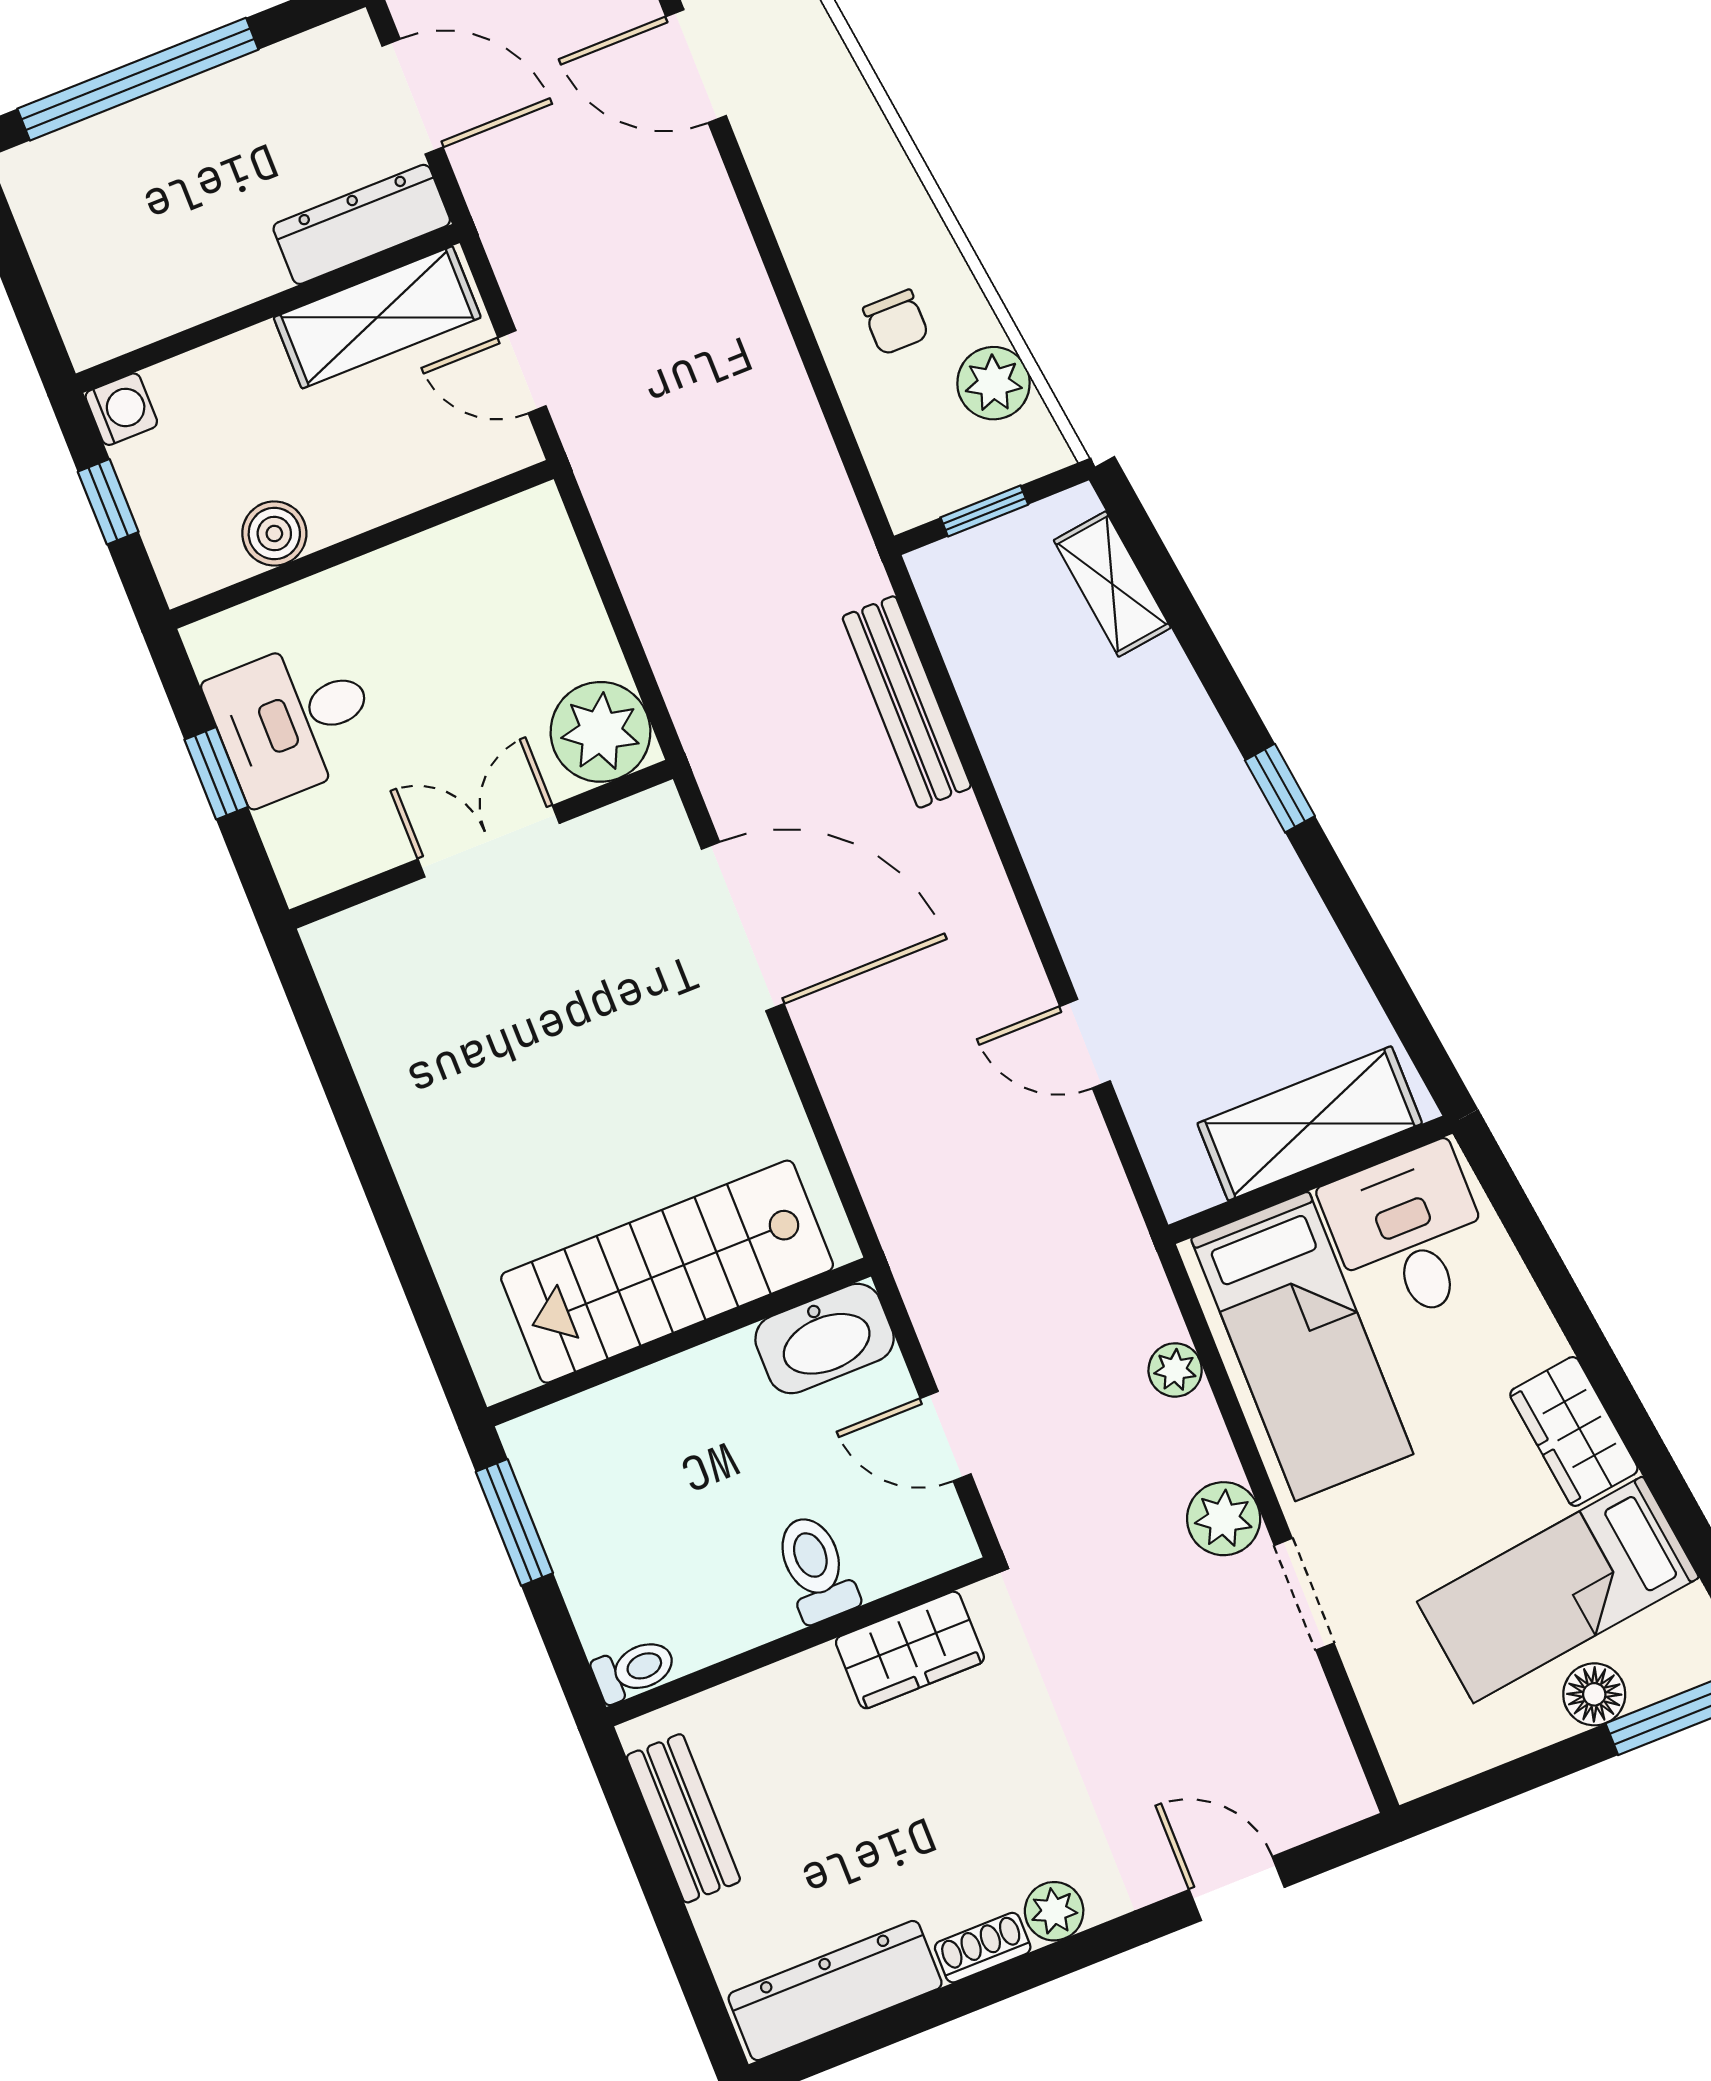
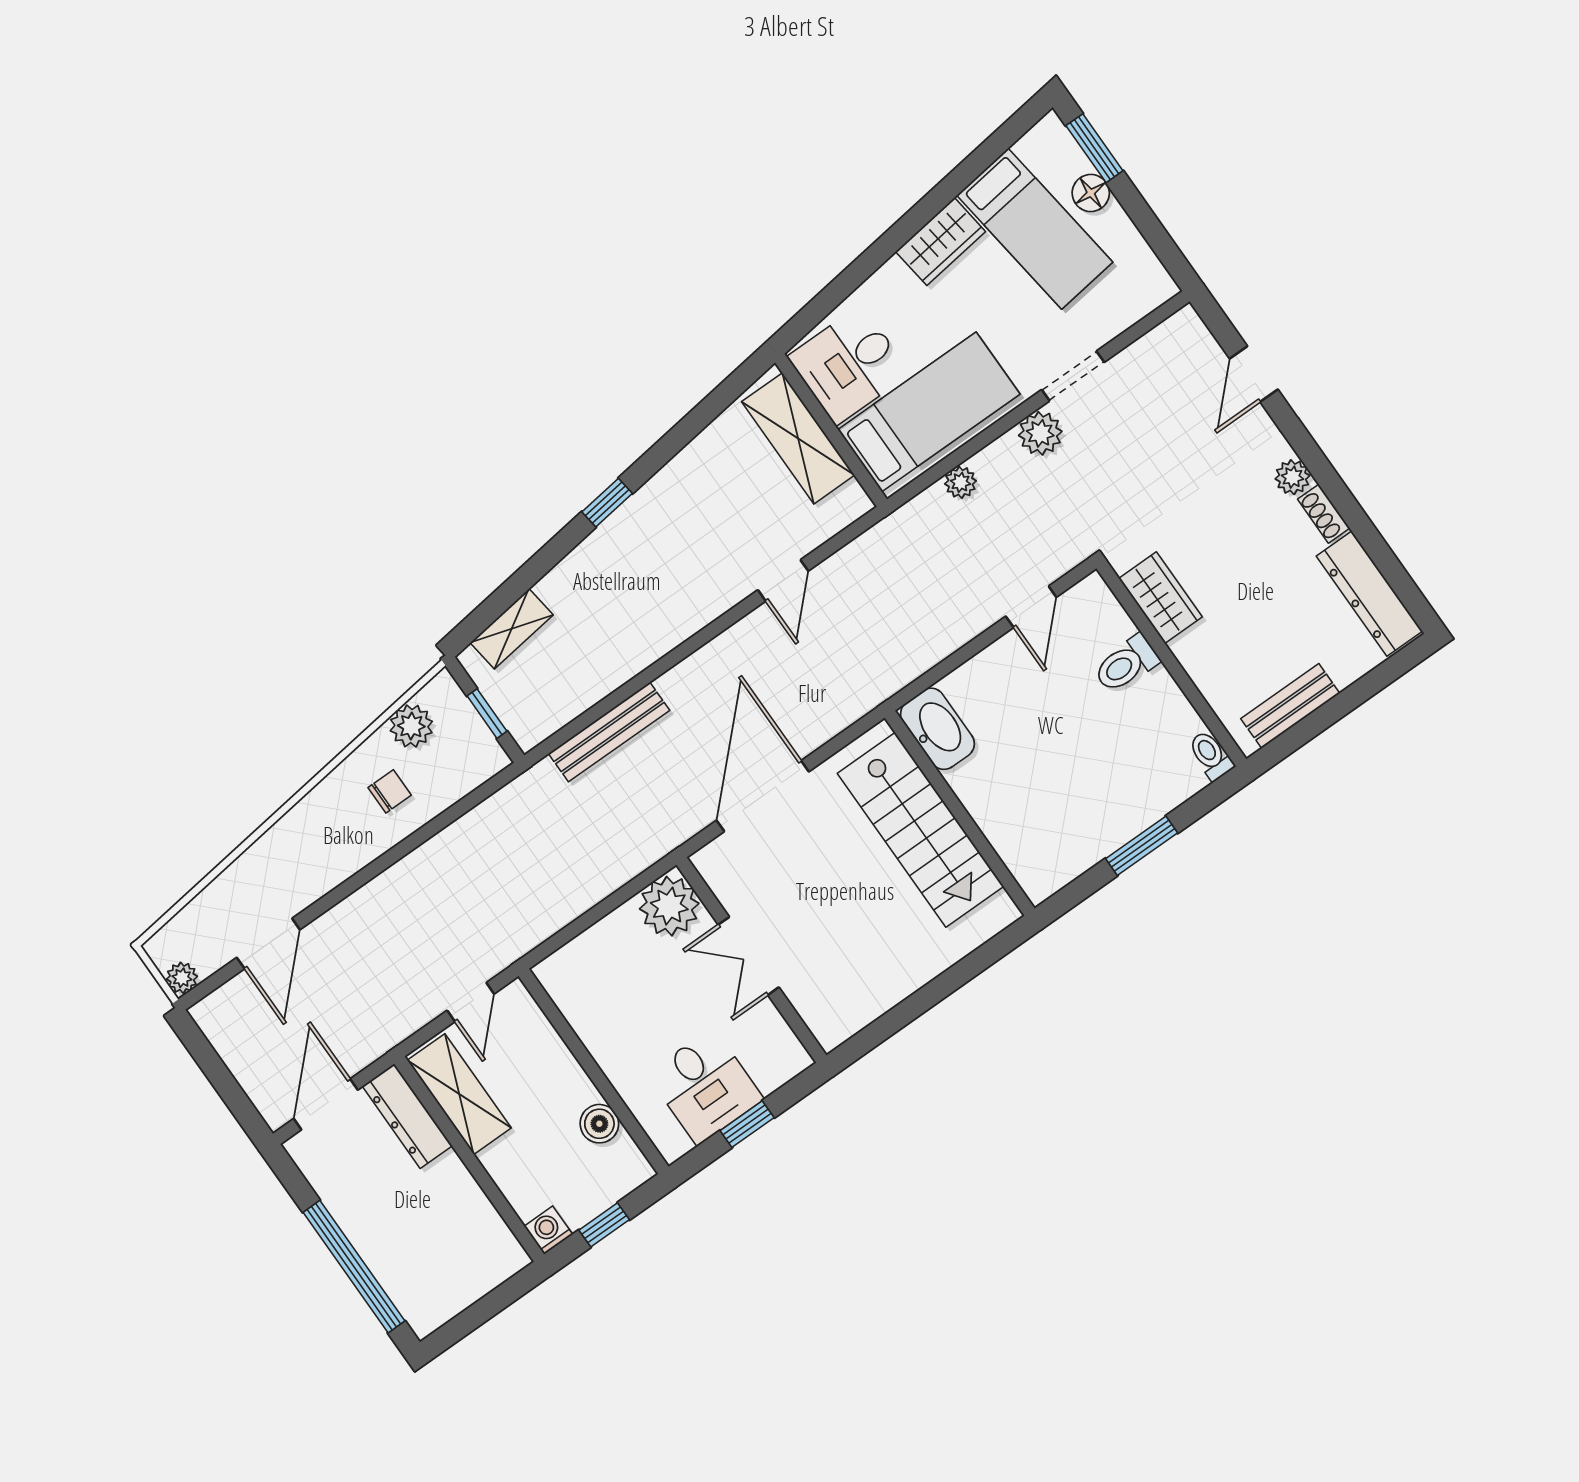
stairs: (667, 1272) -> (920, 830), moved
washbasin: (825, 1339) -> (937, 729), moved
wall: (679, 1342) -> (960, 813), moved

